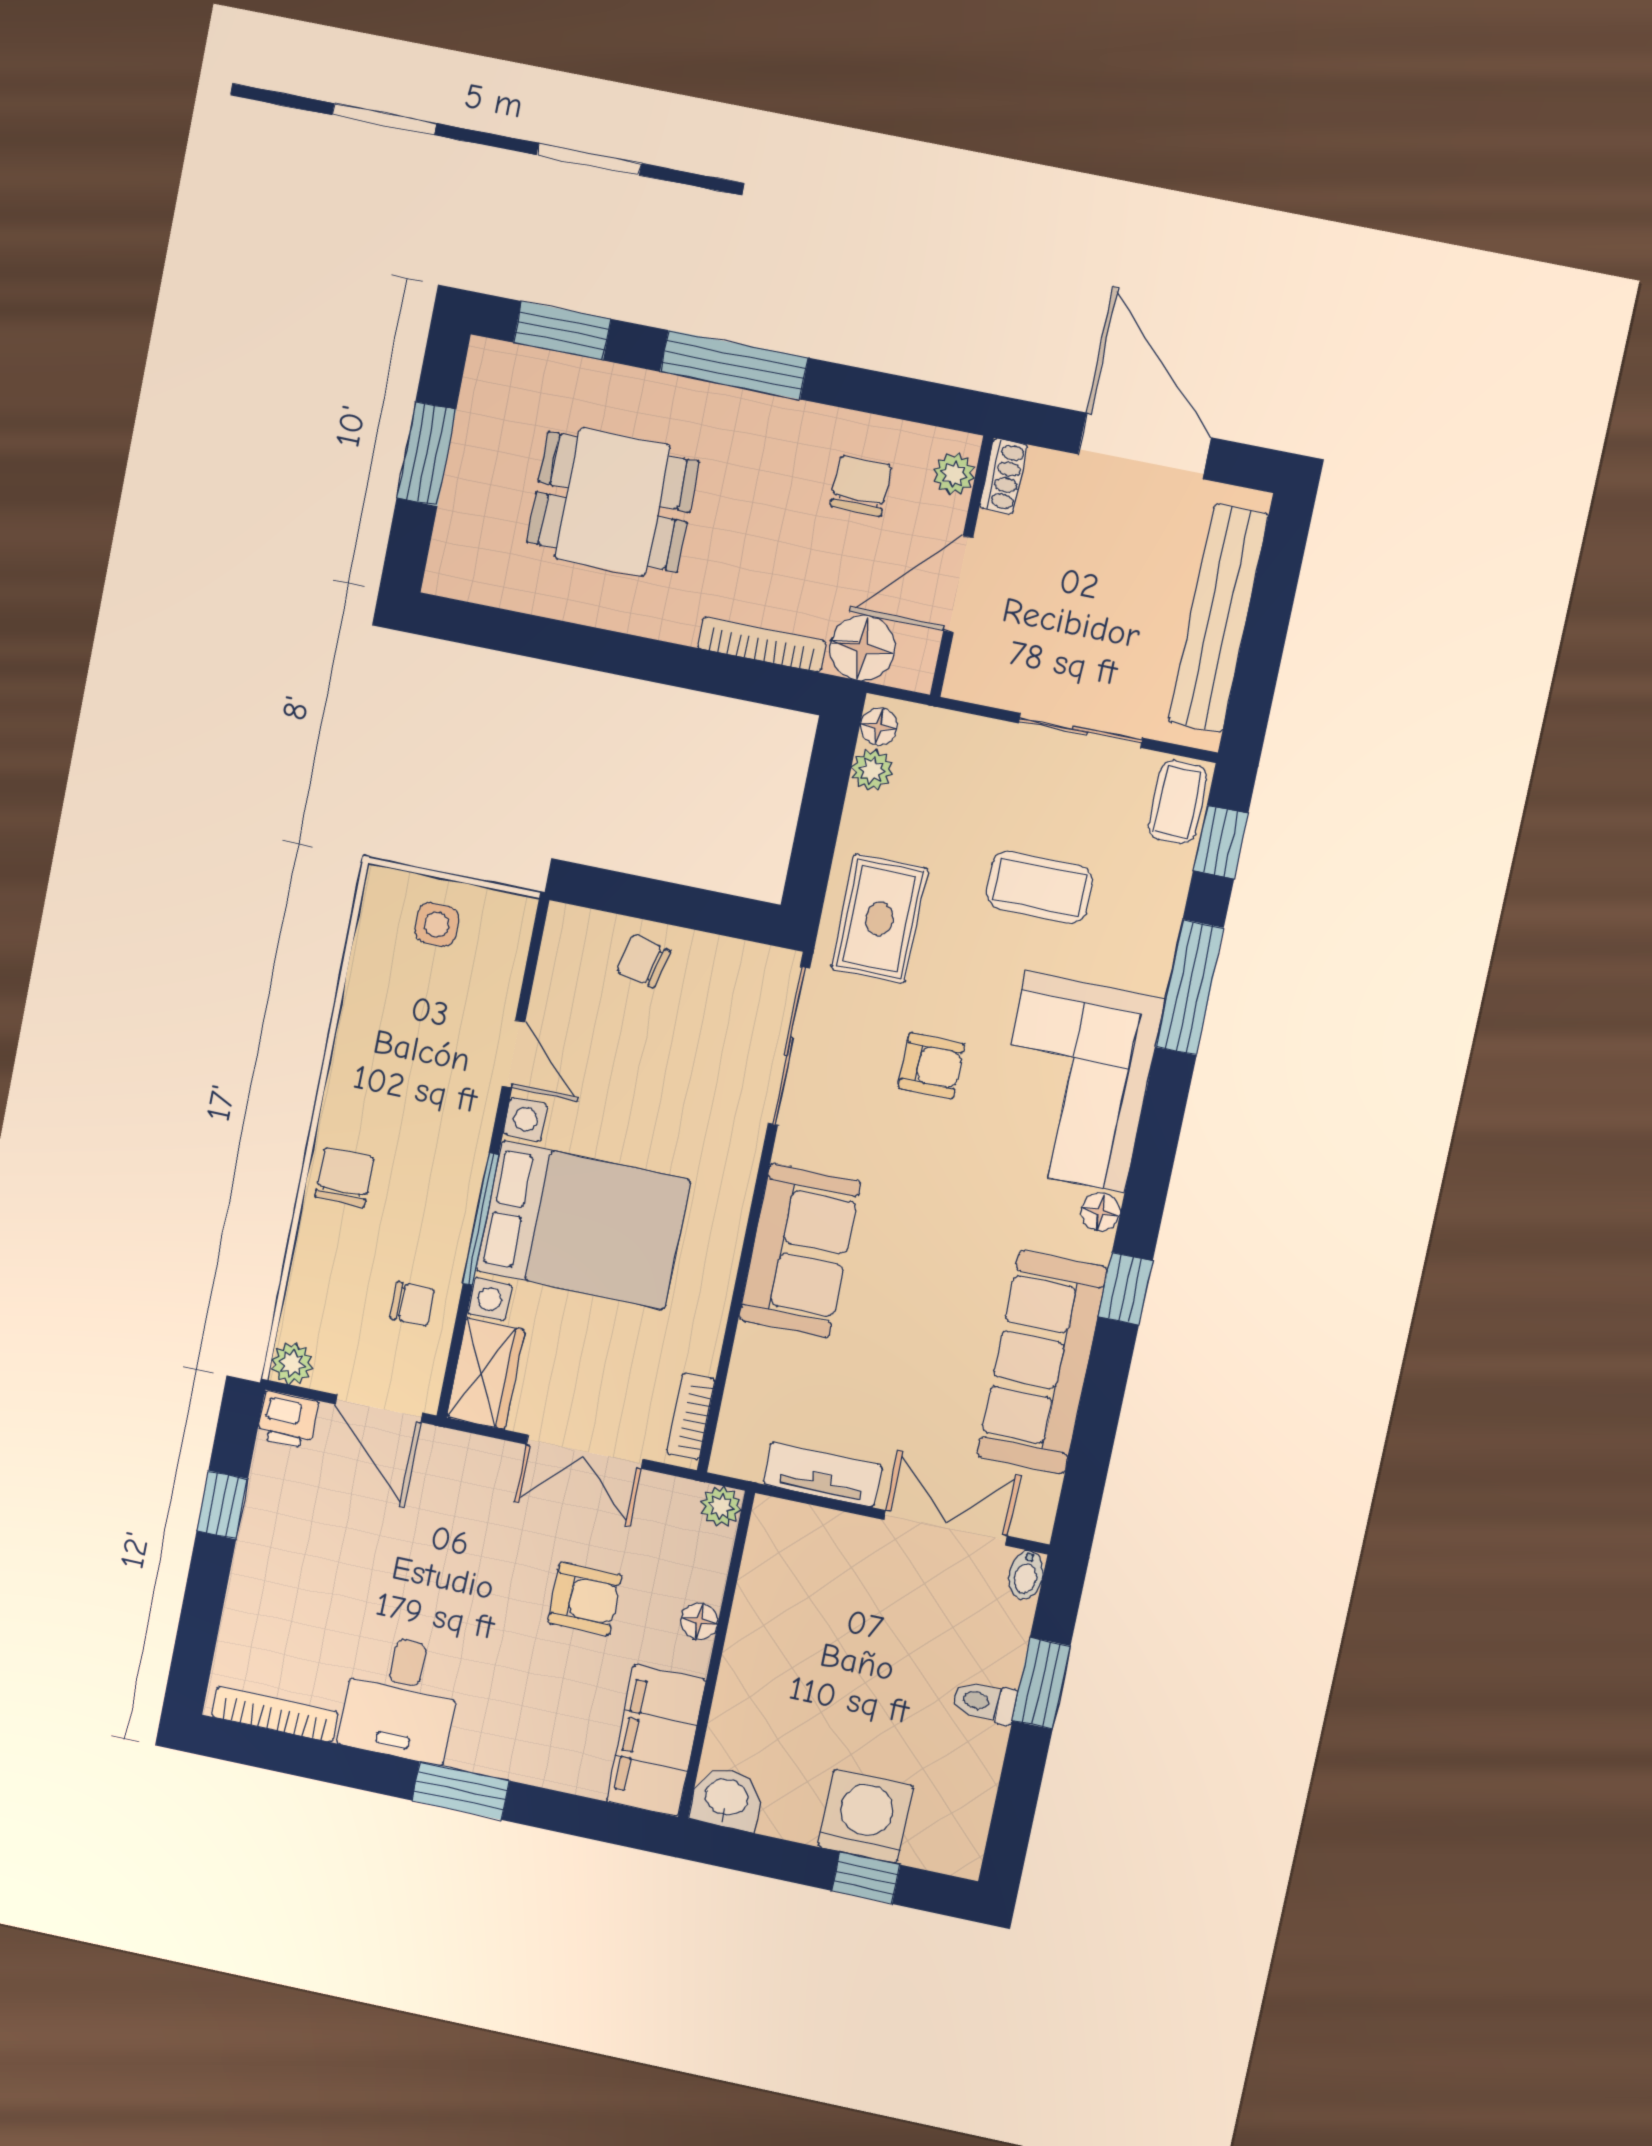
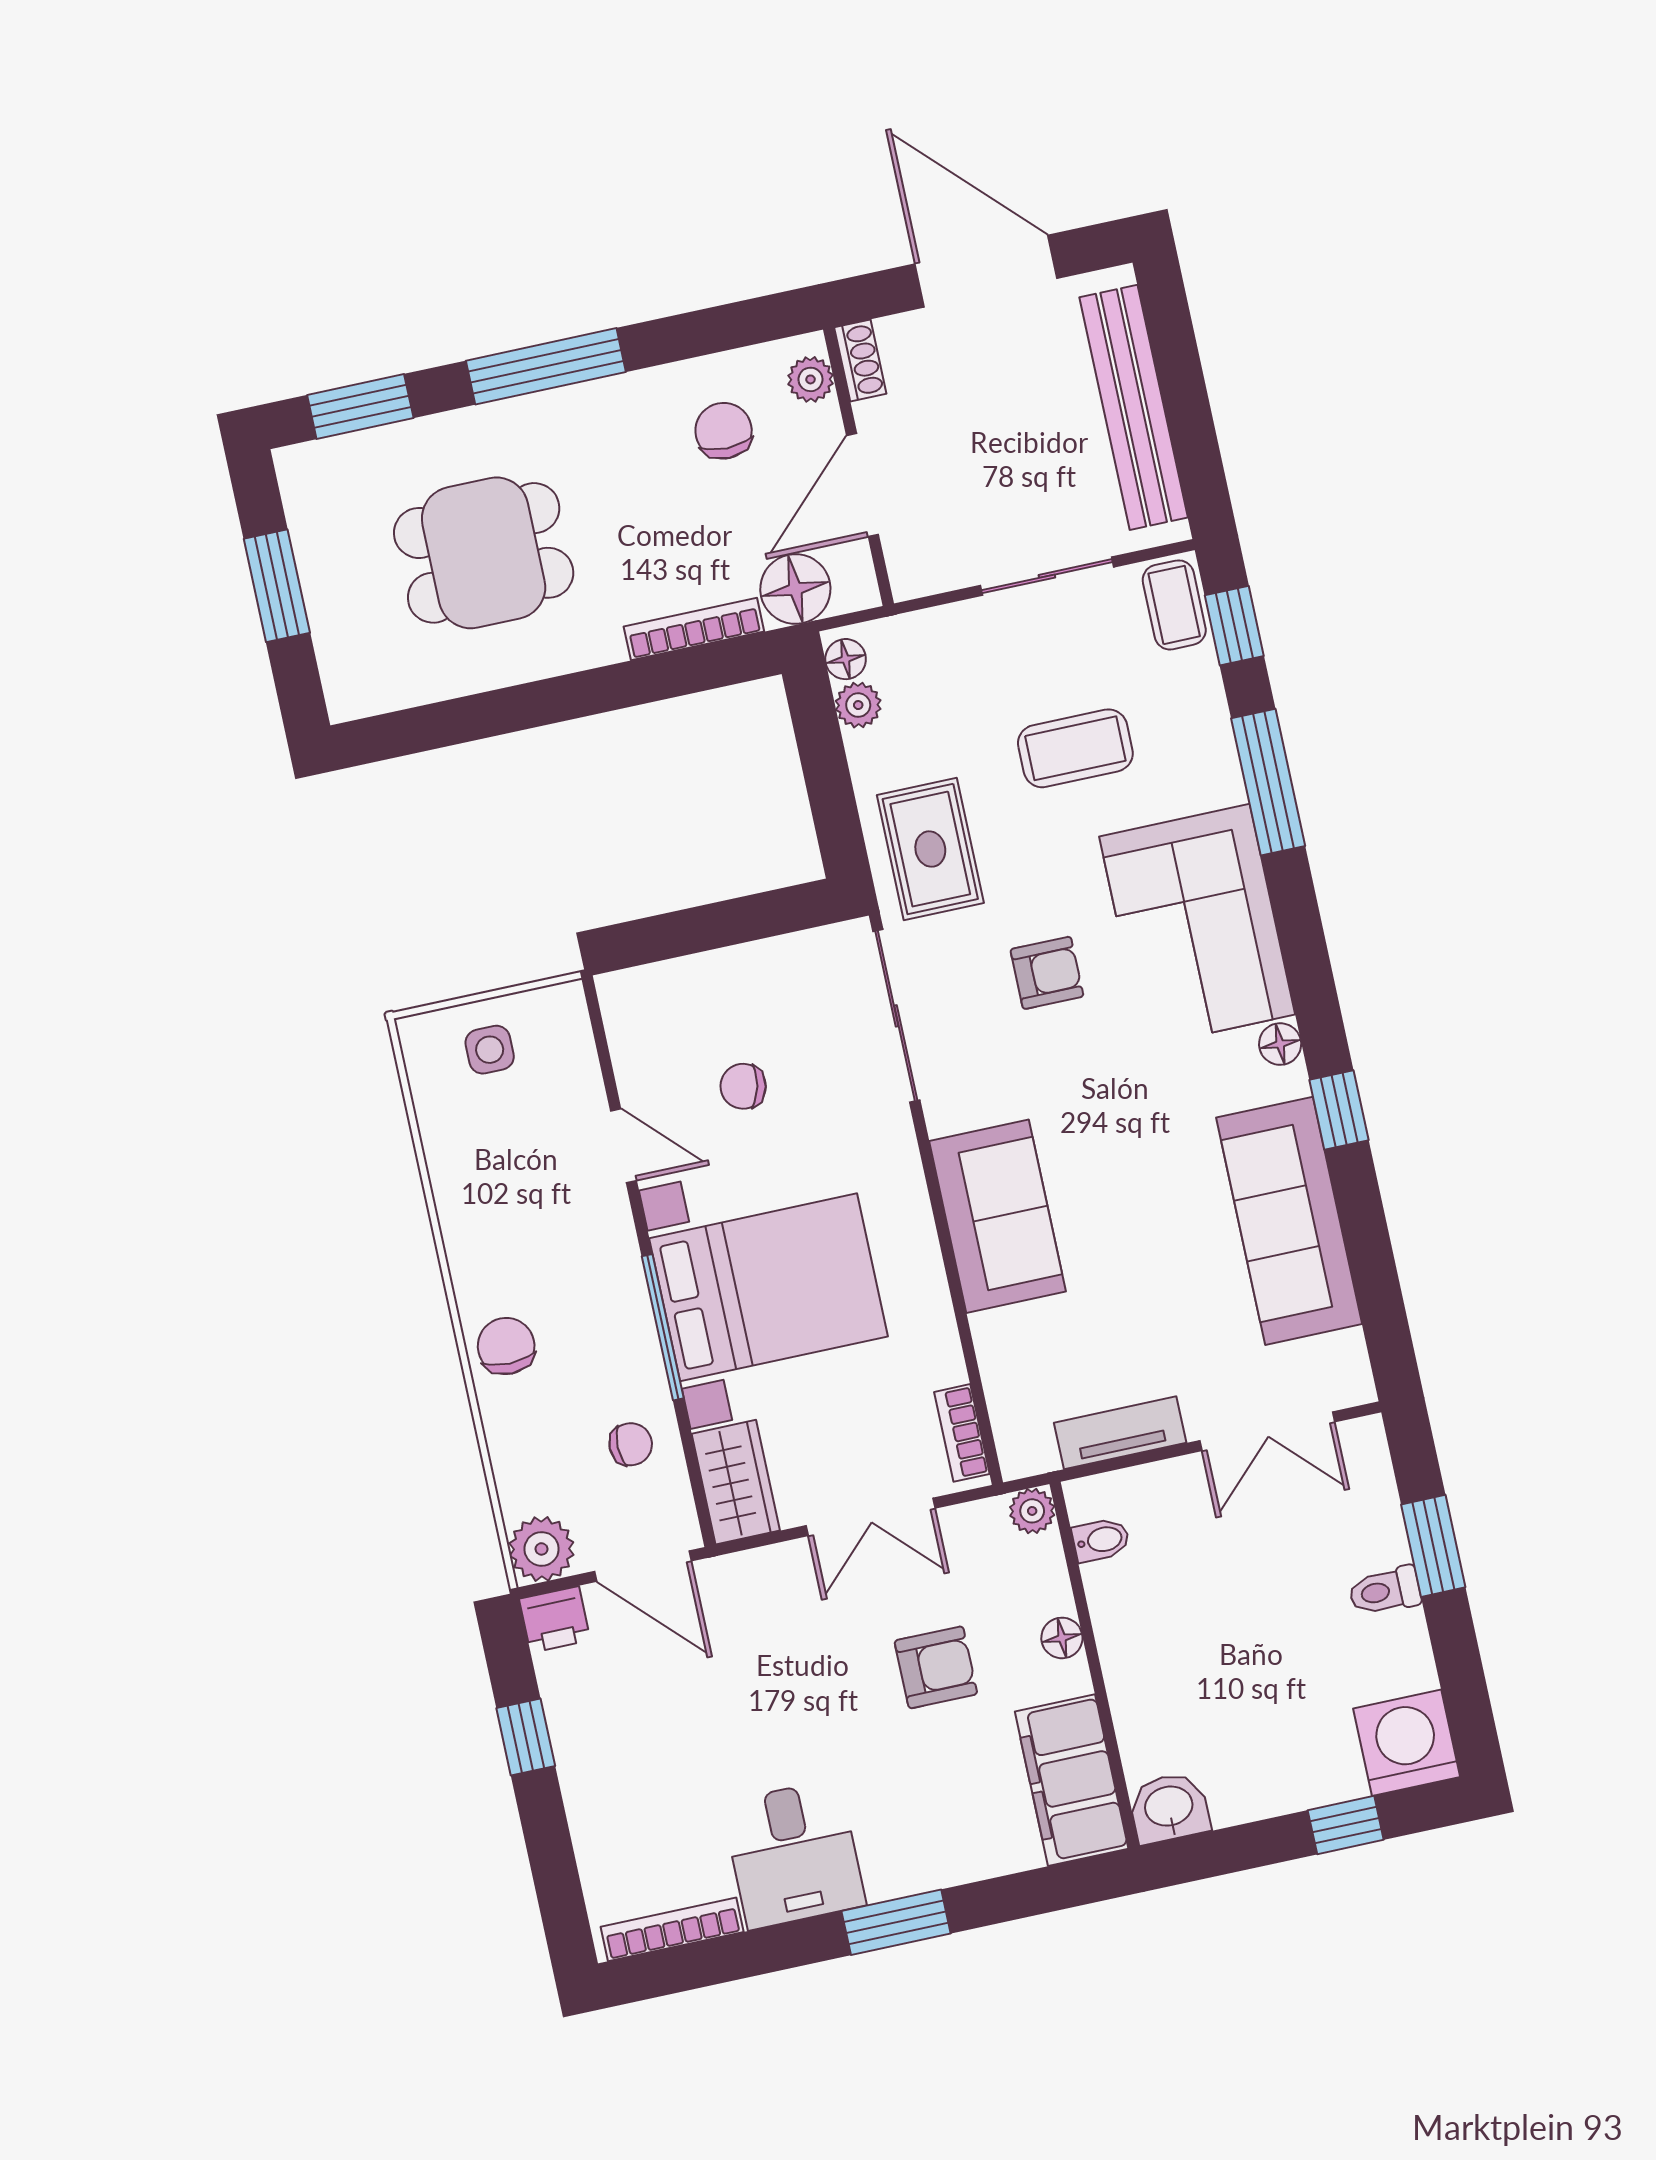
chair: (644, 961) -> (743, 1086), moved
plant: (292, 1363) -> (542, 1549), width x1.38, depth x1.38
double door: (945, 1528) -> (1267, 1431), swing flipped
bidet: (1026, 1575) -> (1101, 1540), moved, turned -90
washing machine: (865, 1816) -> (1407, 1743), moved

